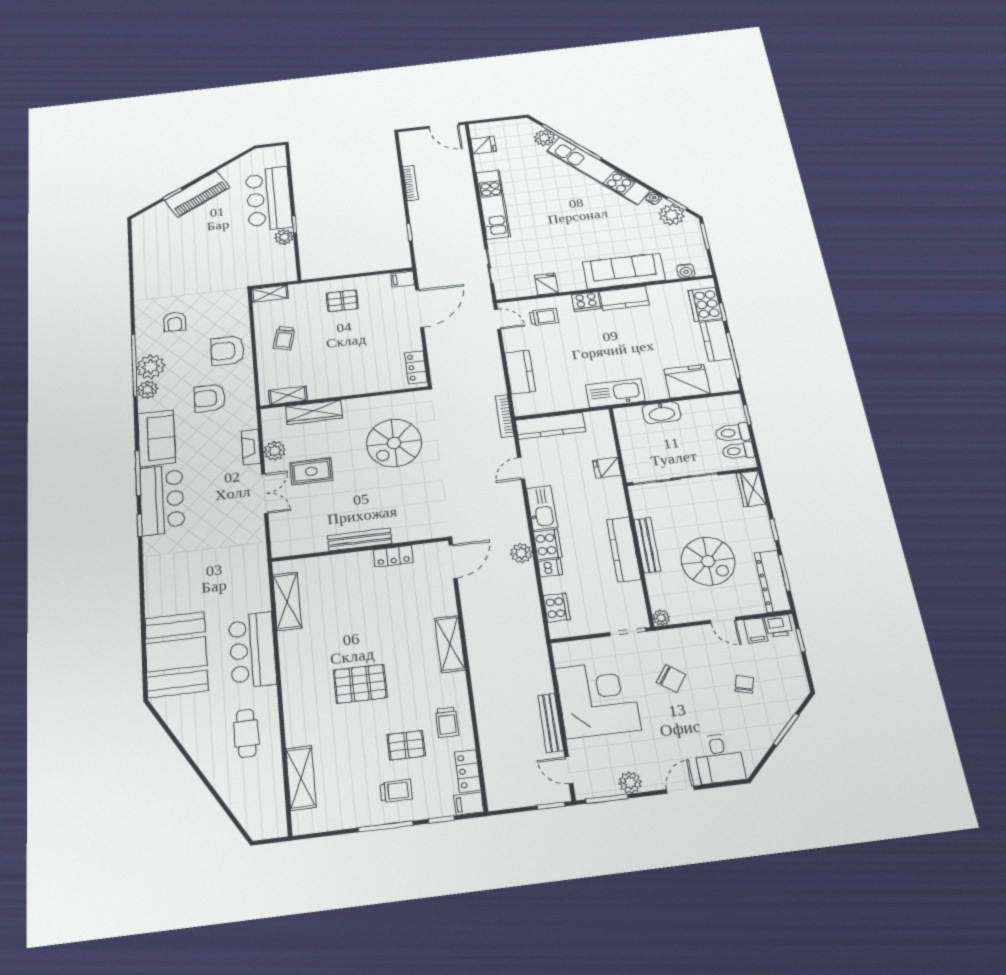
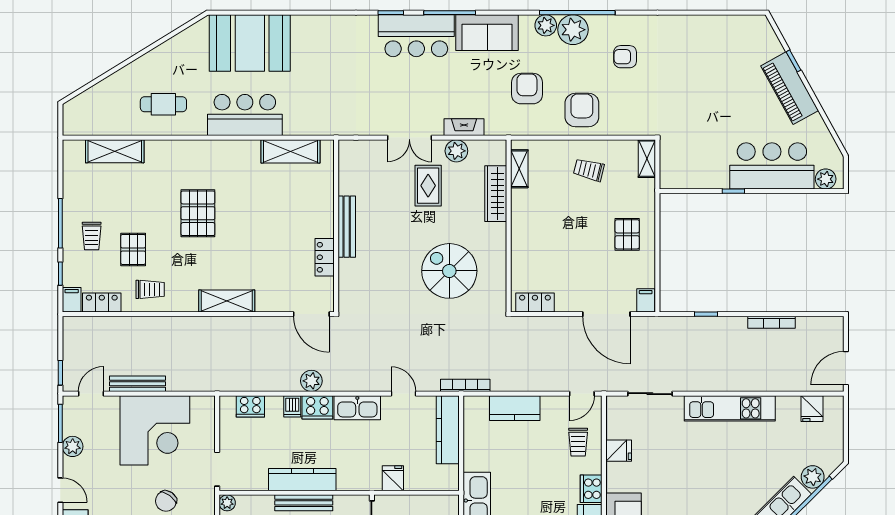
plant: (284, 237) -> (826, 179), moved
trolley: (447, 722) -> (150, 289), turned 180

